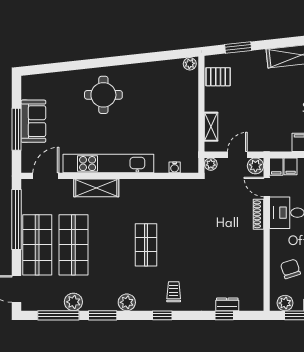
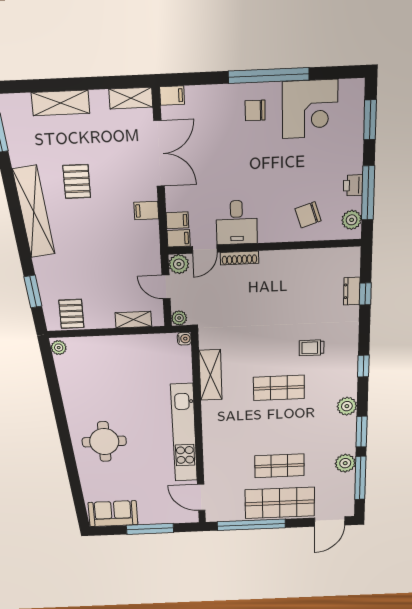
sofa: (33, 121) -> (113, 514), moved
water cooler: (175, 167) -> (184, 339), moved
shelving: (96, 188) -> (210, 375), moved
shop shelf: (73, 245) -> (279, 466), width x0.70, depth x0.74
trolley: (174, 292) -> (312, 348), moved

